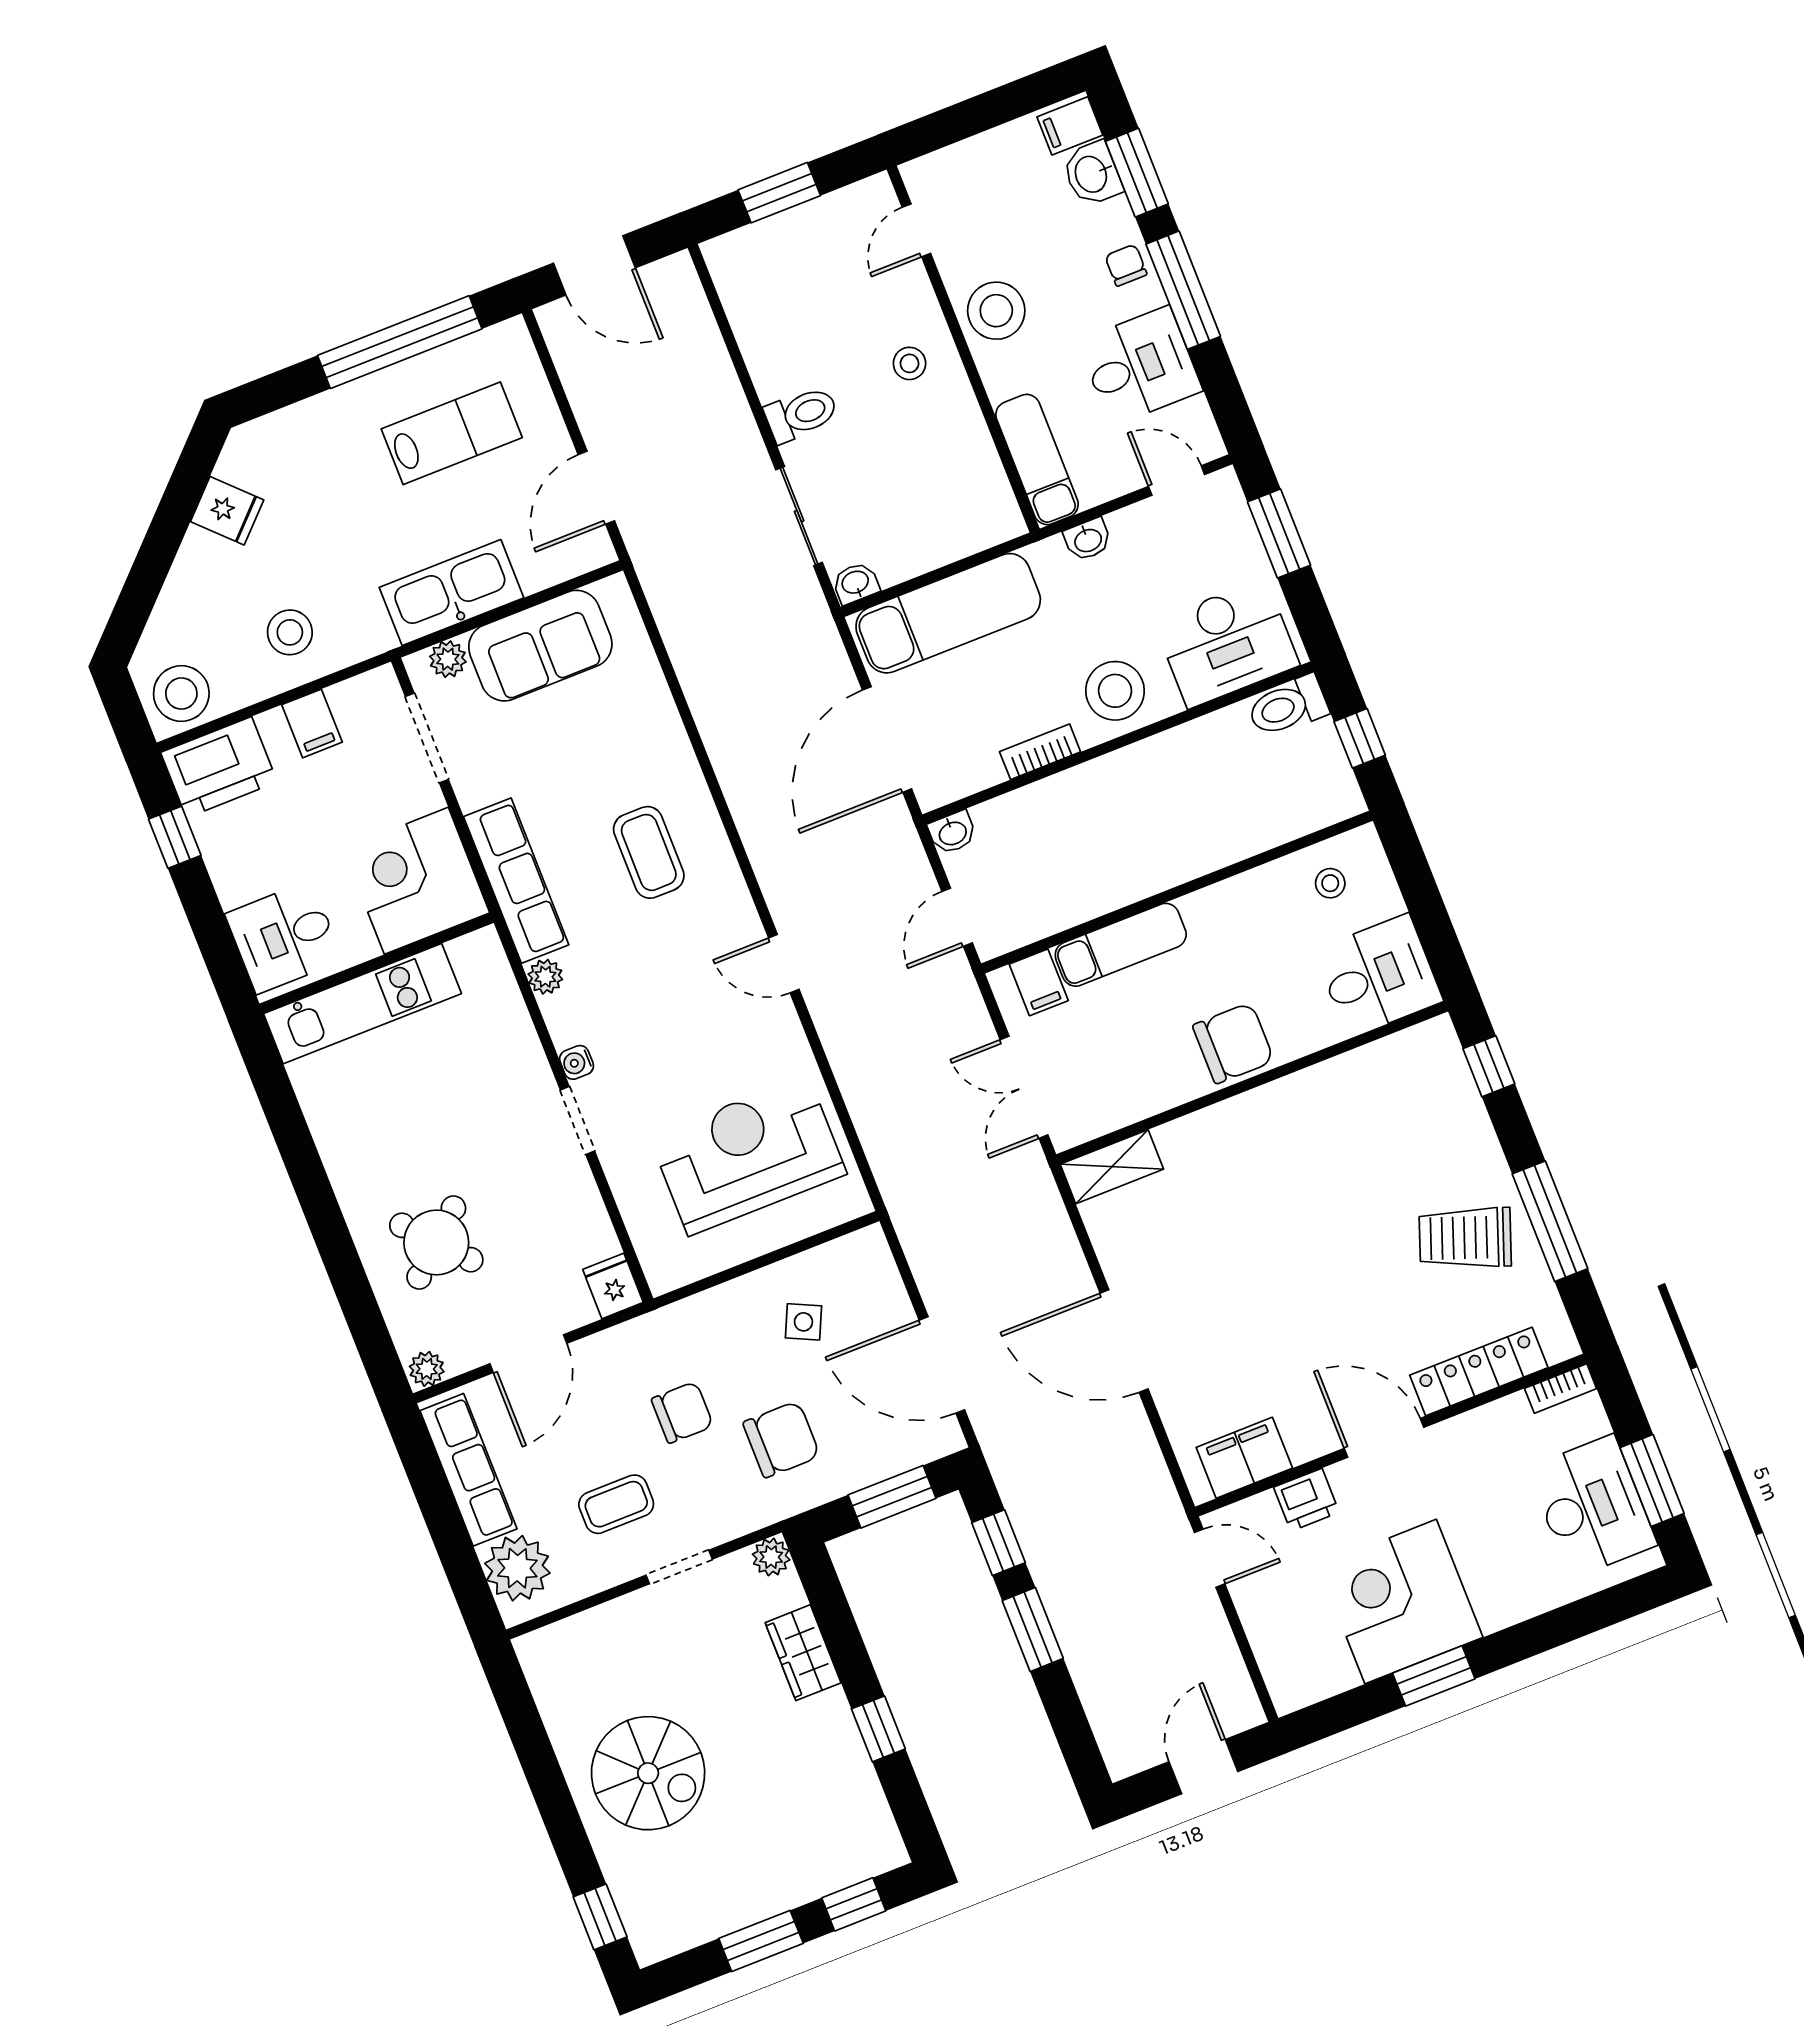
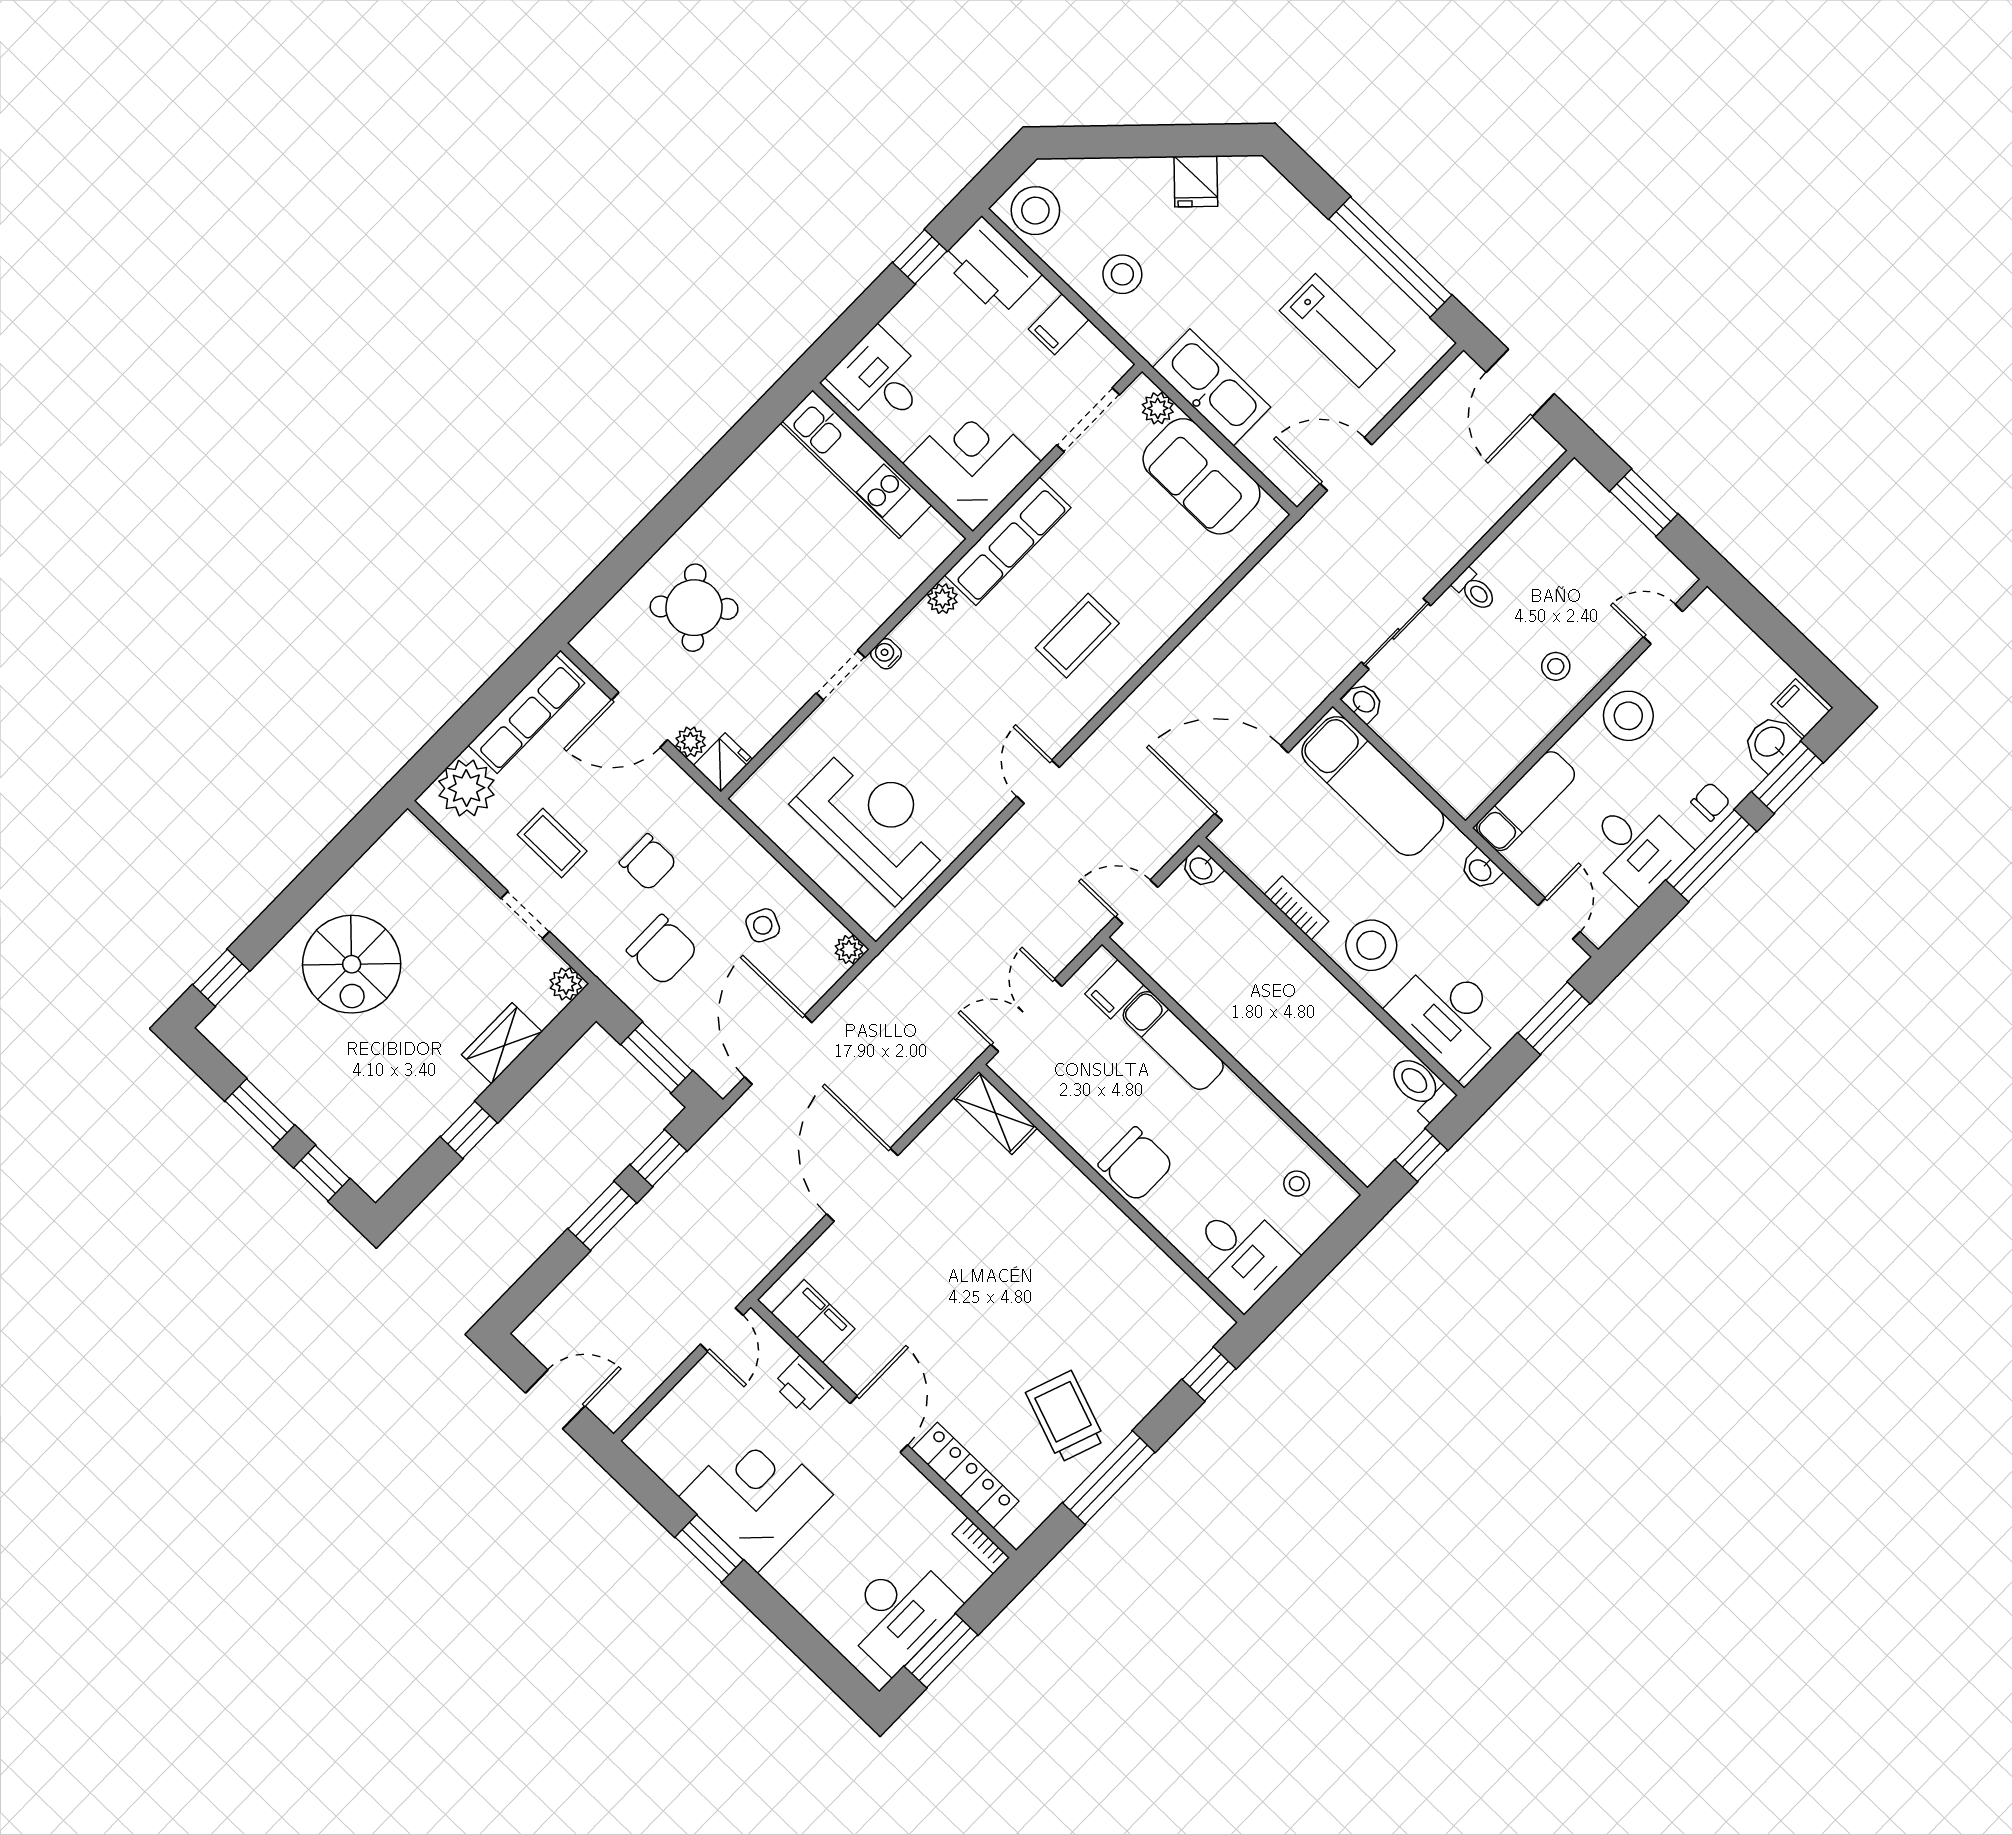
toilet: (801, 414) -> (1475, 590), width x0.73, depth x0.72
plant: (870, 1243) -> (849, 949), added
plant: (427, 1369) -> (691, 742), moved

